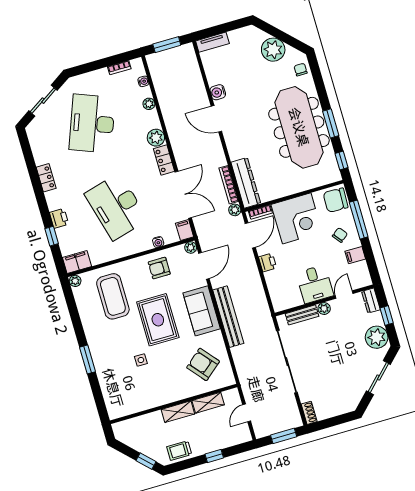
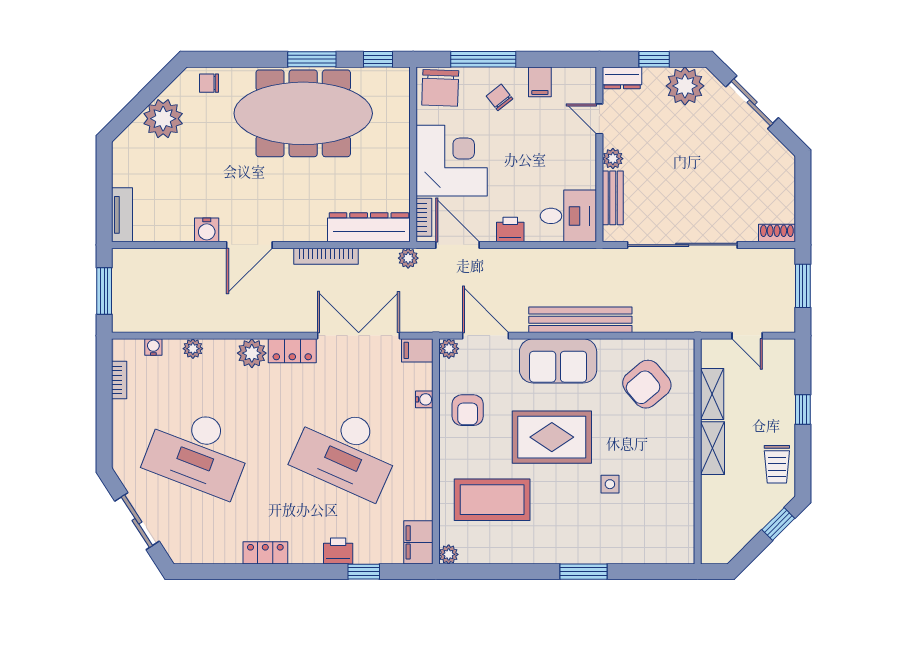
bookcase: (229, 185) -> (326, 256), moved
desk: (116, 207) -> (346, 451), turned 39
desk: (315, 284) -> (568, 216), moved

